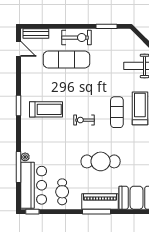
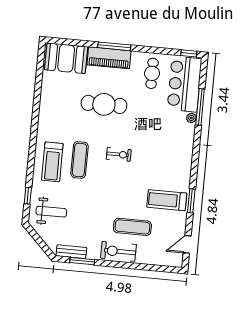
bench: (36, 33) -> (71, 252), moved
door: (19, 49) -> (187, 244), hinge flipped
exercise mat: (66, 60) -> (132, 227), width x0.73, depth x0.69
window: (19, 105) -> (191, 201), moved
treadmill: (46, 109) -> (167, 200), moved

